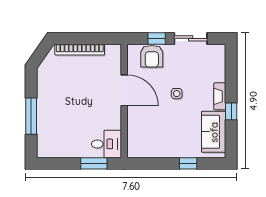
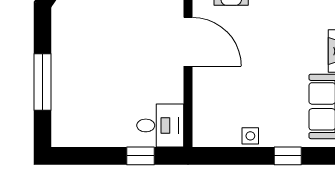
side table: (177, 94) -> (250, 136), moved
window: (94, 163) -> (141, 156), width x0.67

